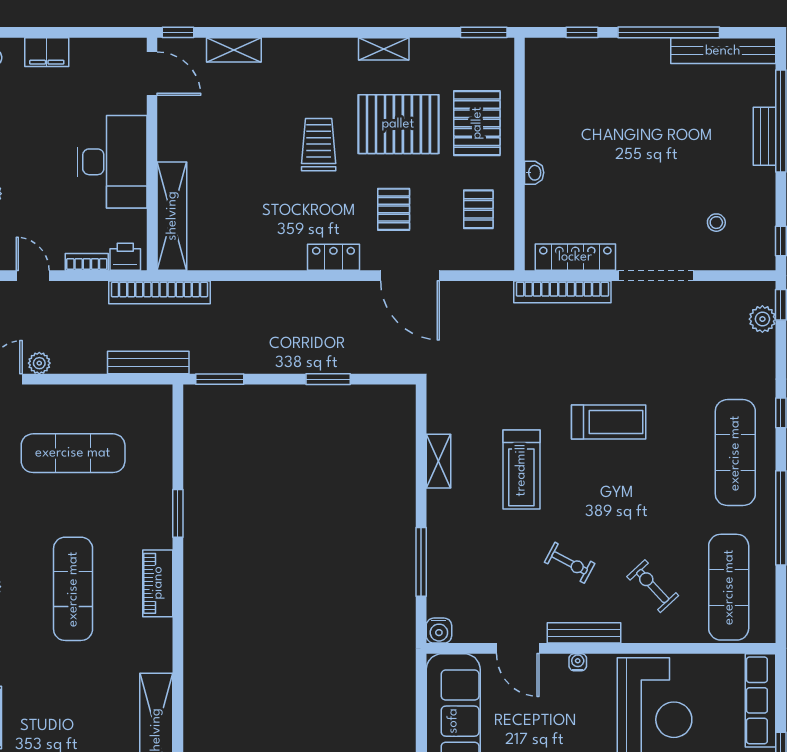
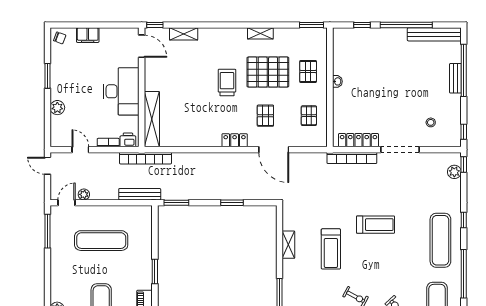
pallet: (477, 123) -> (308, 71), width x0.67, depth x0.71
washbasin: (534, 173) -> (337, 81), moved

